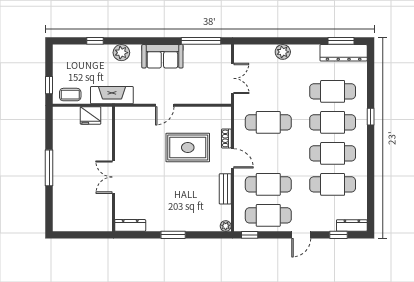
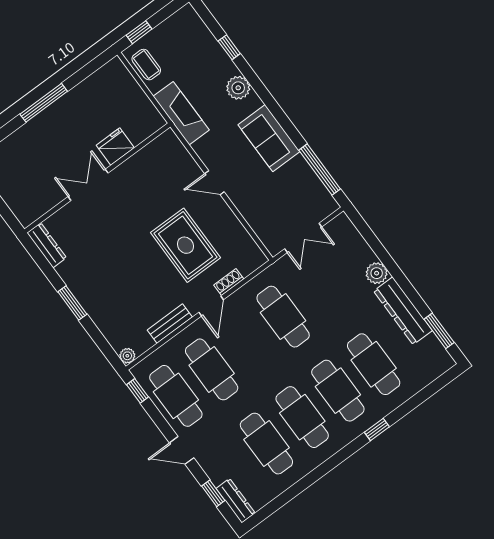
dresser: (344, 53) -> (403, 311), moved
fridge: (91, 116) -> (115, 147), moved, turned 90

